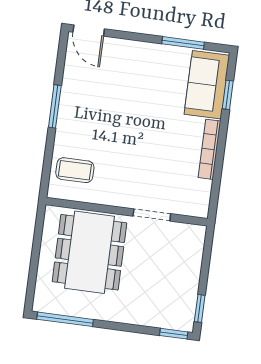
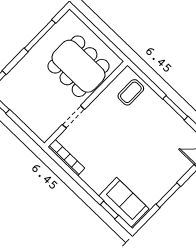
window: (183, 43) -> (168, 195), moved
bookcase: (210, 149) -> (66, 158), moved
window: (65, 319) -> (40, 36), moved

